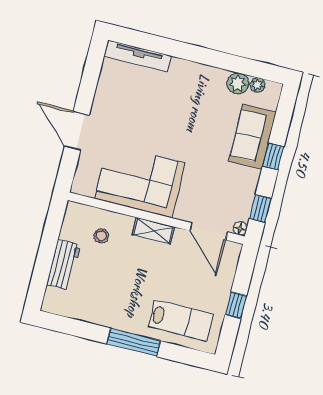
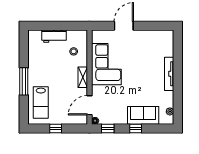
tv unit: (138, 56) -> (169, 74), moved
plant: (238, 83) -> (168, 101), removed

